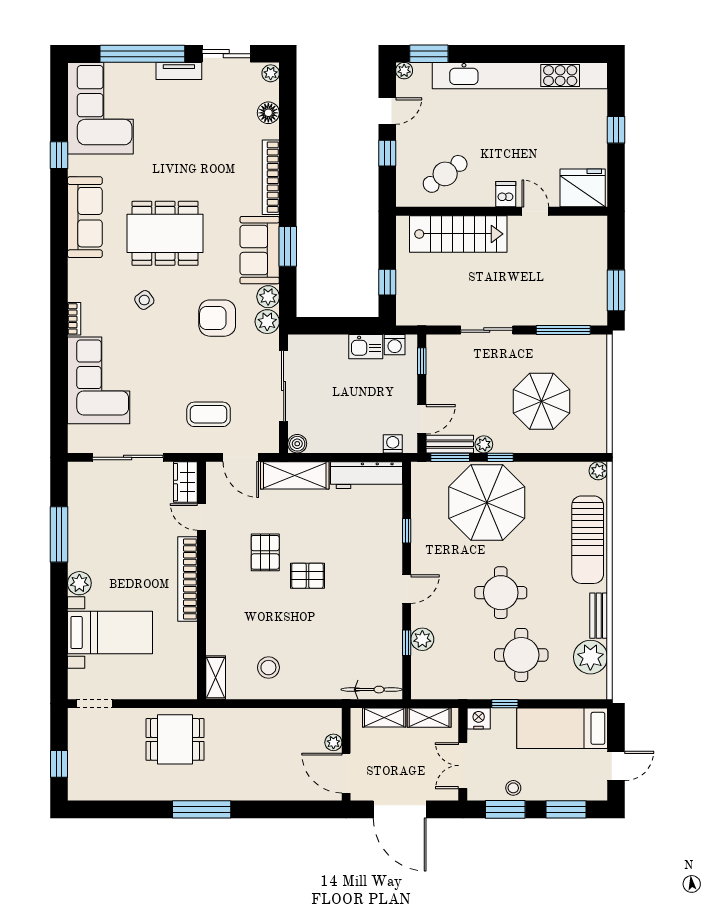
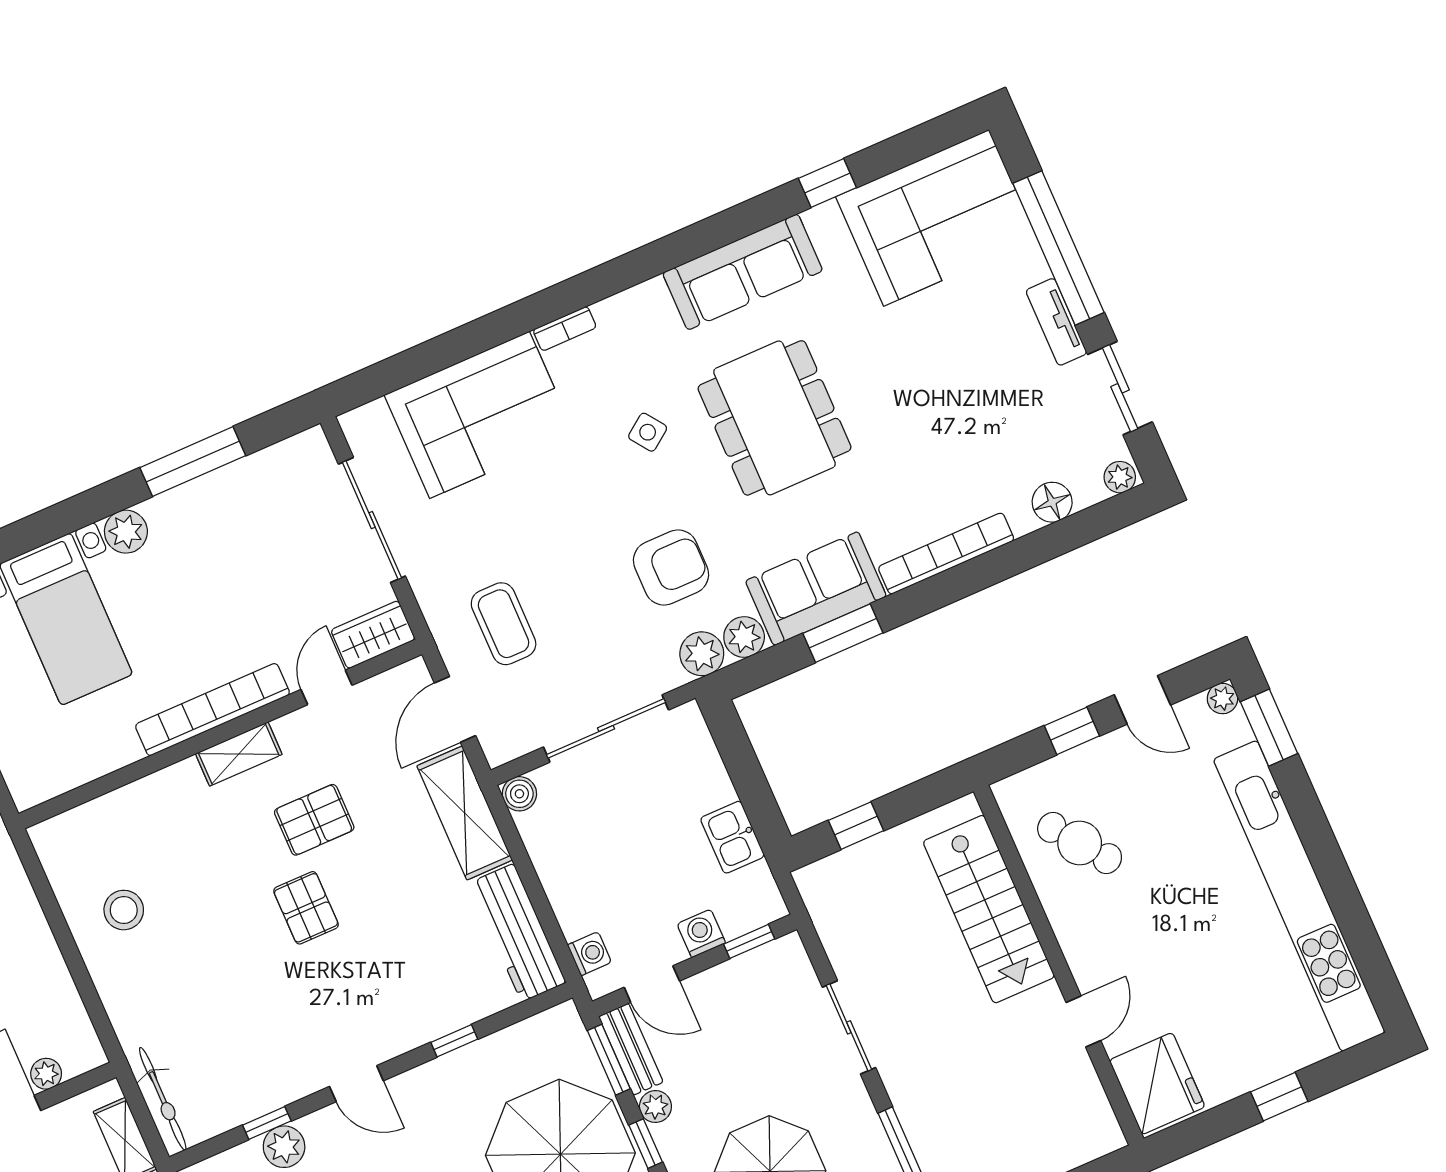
dishwasher: (506, 194) -> (1090, 959), removed
armchair: (217, 318) -> (671, 567), turned 90
washing machine: (395, 345) -> (701, 933), moved, turned 90
shelving: (216, 678) -> (239, 754), moved

